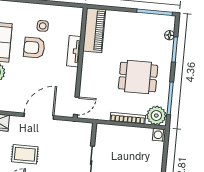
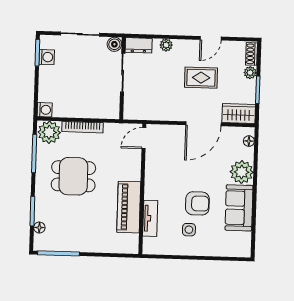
piano: (94, 30) -> (129, 207), moved
tv unit: (74, 51) -> (150, 218), moved
door: (39, 116) -> (203, 124), moved

